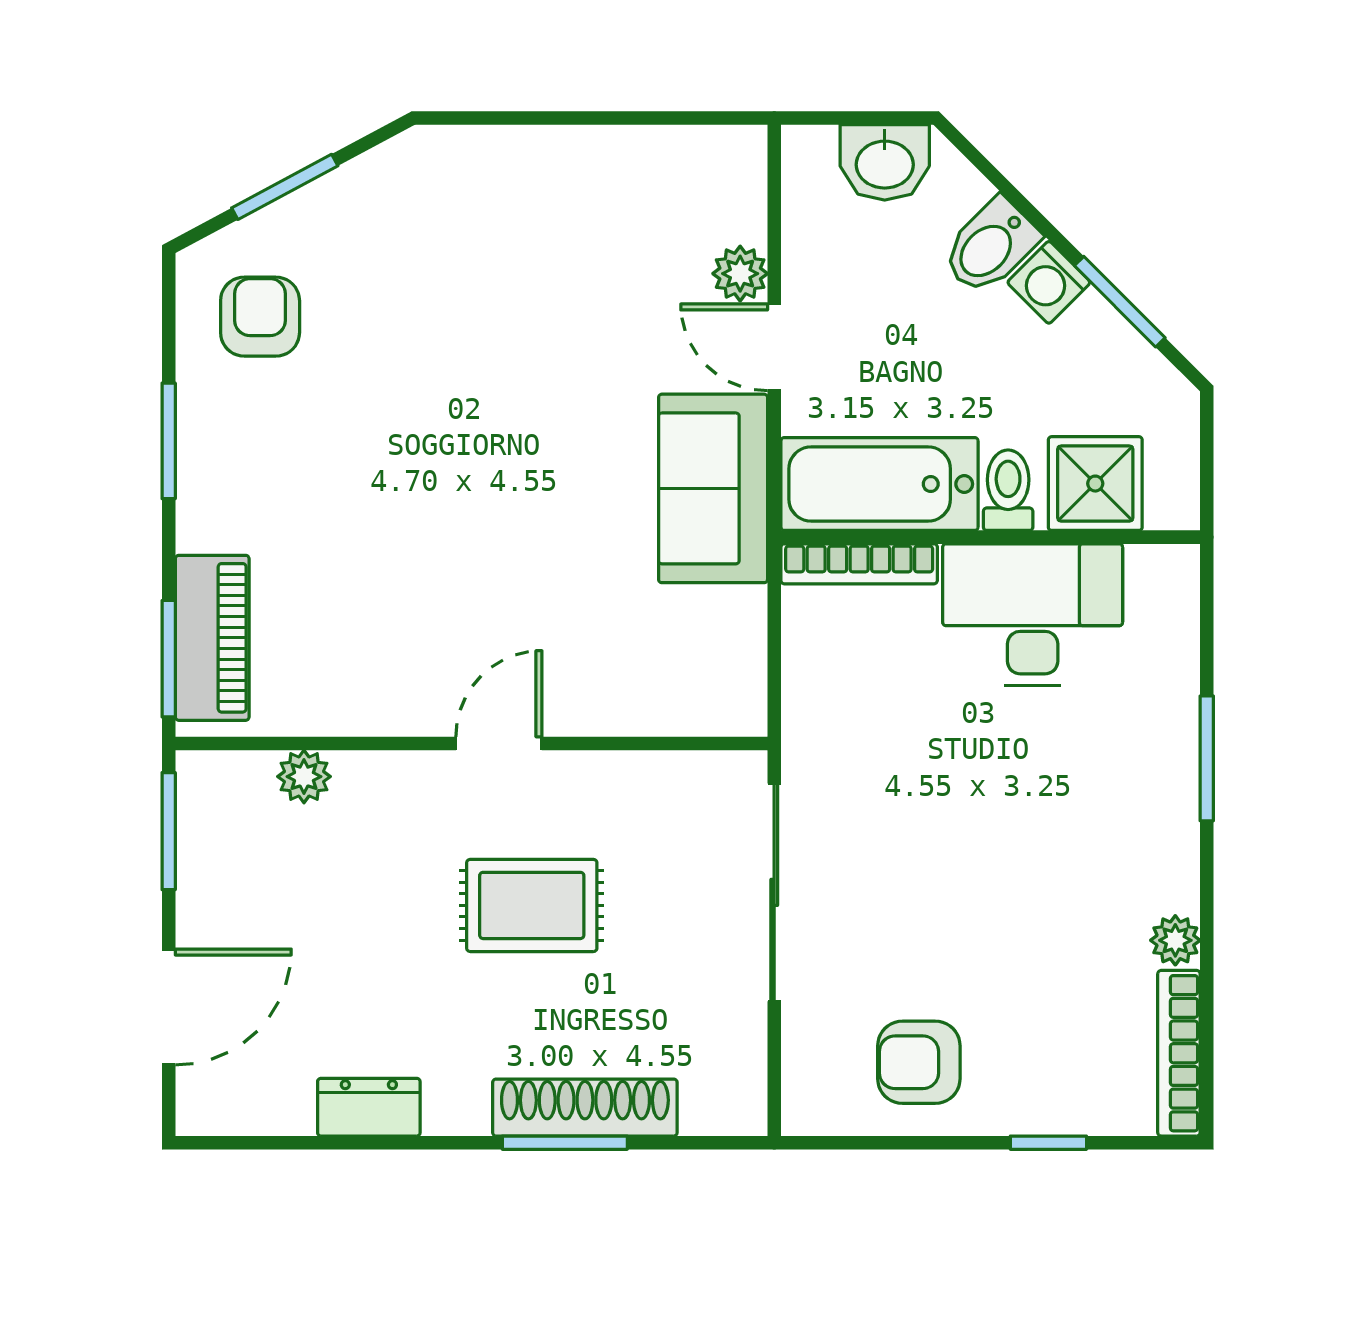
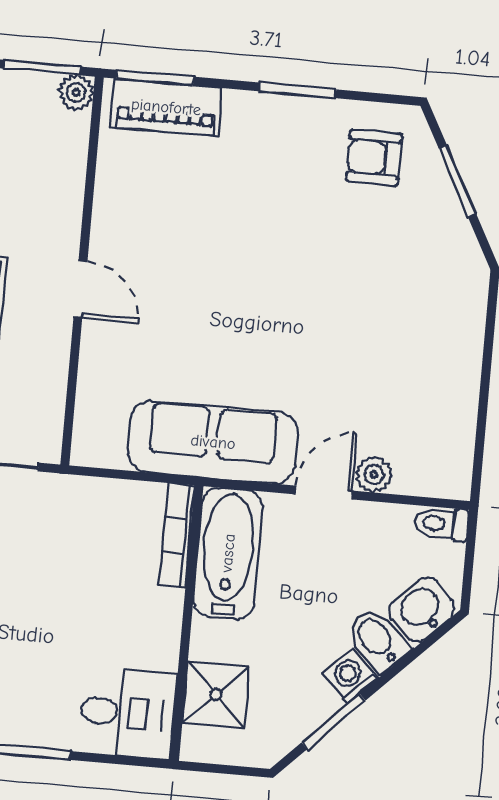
washbasin: (885, 162) -> (422, 610), moved, turned 45
armchair: (260, 317) -> (374, 158), turned 180
sofa: (713, 488) -> (213, 442), width x1.36
toilet: (1008, 490) -> (441, 524), moved, turned 180
desk: (1033, 614) -> (128, 713), moved, width x0.73
plant: (304, 777) -> (76, 92), moved

